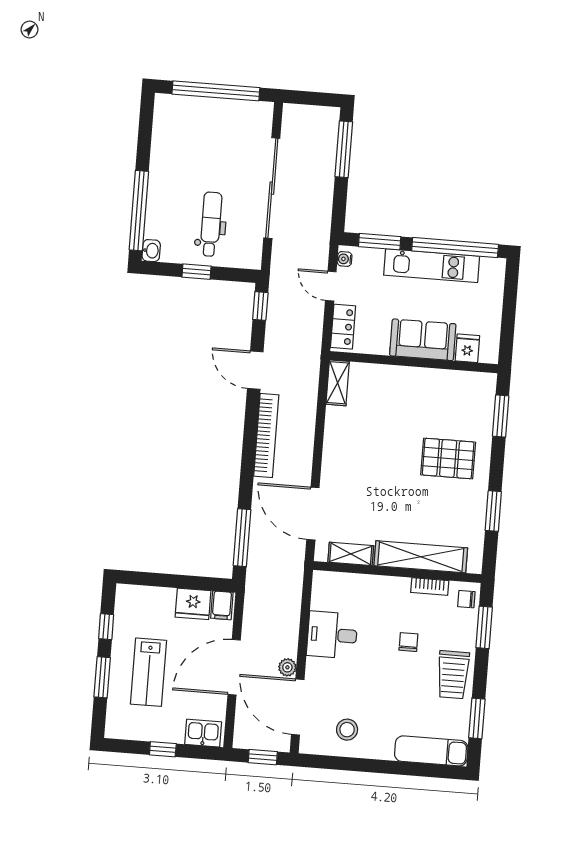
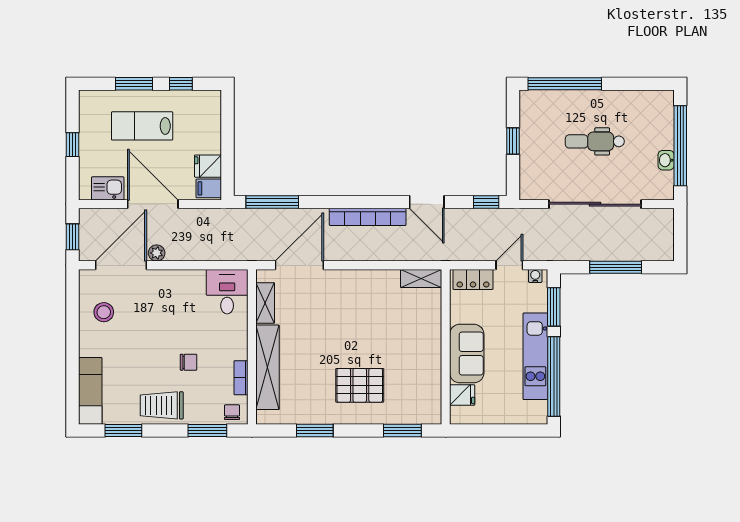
window: (344, 149) -> (616, 267), moved
dental chair: (211, 224) -> (595, 141), moved, turned 180
washbasin: (151, 251) -> (666, 160), moved, turned 90
door: (255, 370) -> (427, 202), swing flipped
pallet: (448, 458) -> (360, 385), turned 90
fridge: (193, 604) -> (208, 166), width x0.72
desk: (332, 635) -> (227, 292), moved
kitchen sink: (203, 733) -> (108, 188), moved, turned -90

